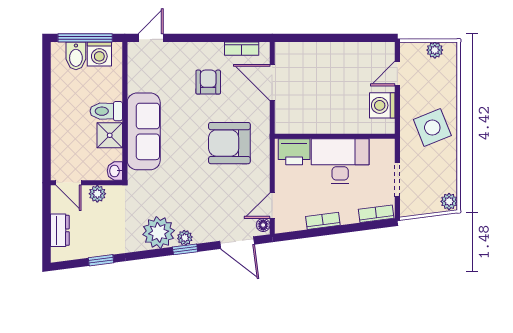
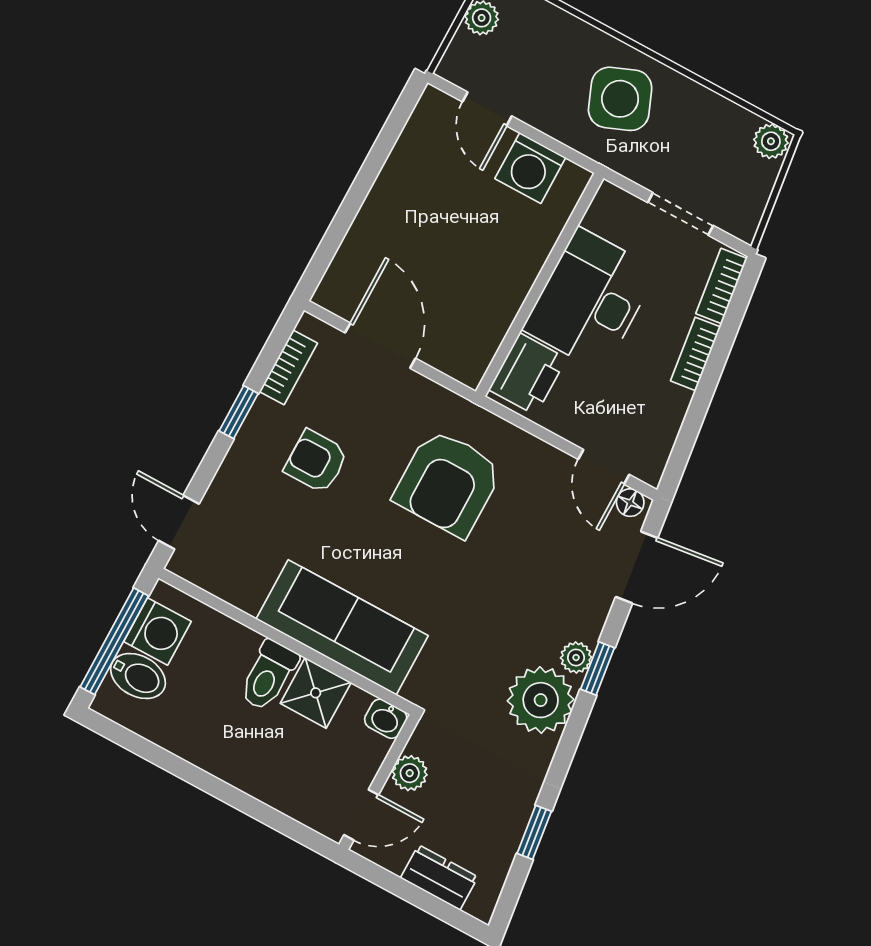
window: (211, 38) -> (239, 412), added
door: (272, 83) -> (380, 346), swing flipped
bookcase: (323, 221) -> (696, 354), moved

